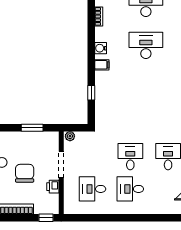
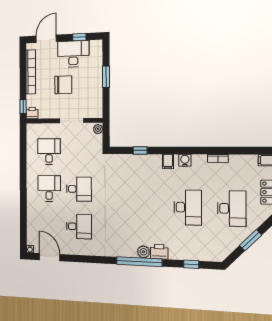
window: (32, 128) -> (106, 77), moved
printer: (53, 187) -> (32, 113), moved

